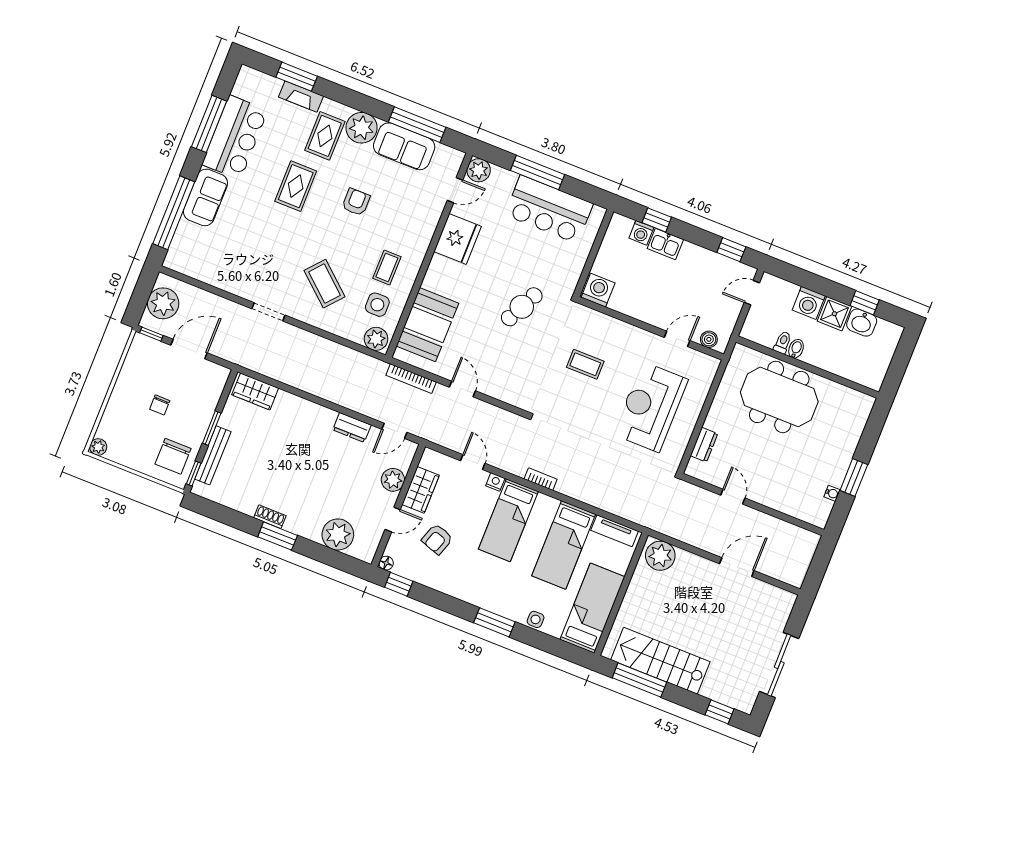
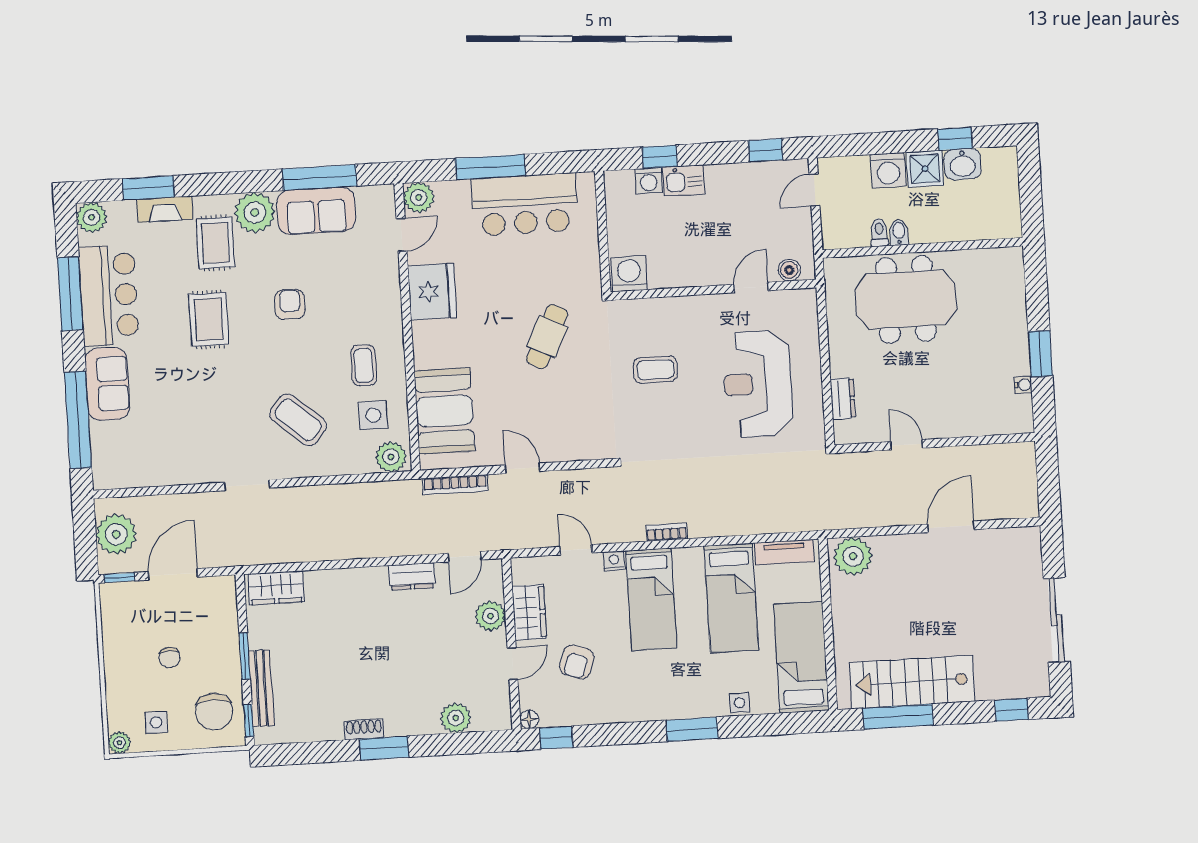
plant: (248, 79) -> (92, 217), added
side table: (130, 445) -> (156, 722), added
plant: (338, 535) -> (456, 718), width x0.73, depth x0.73

